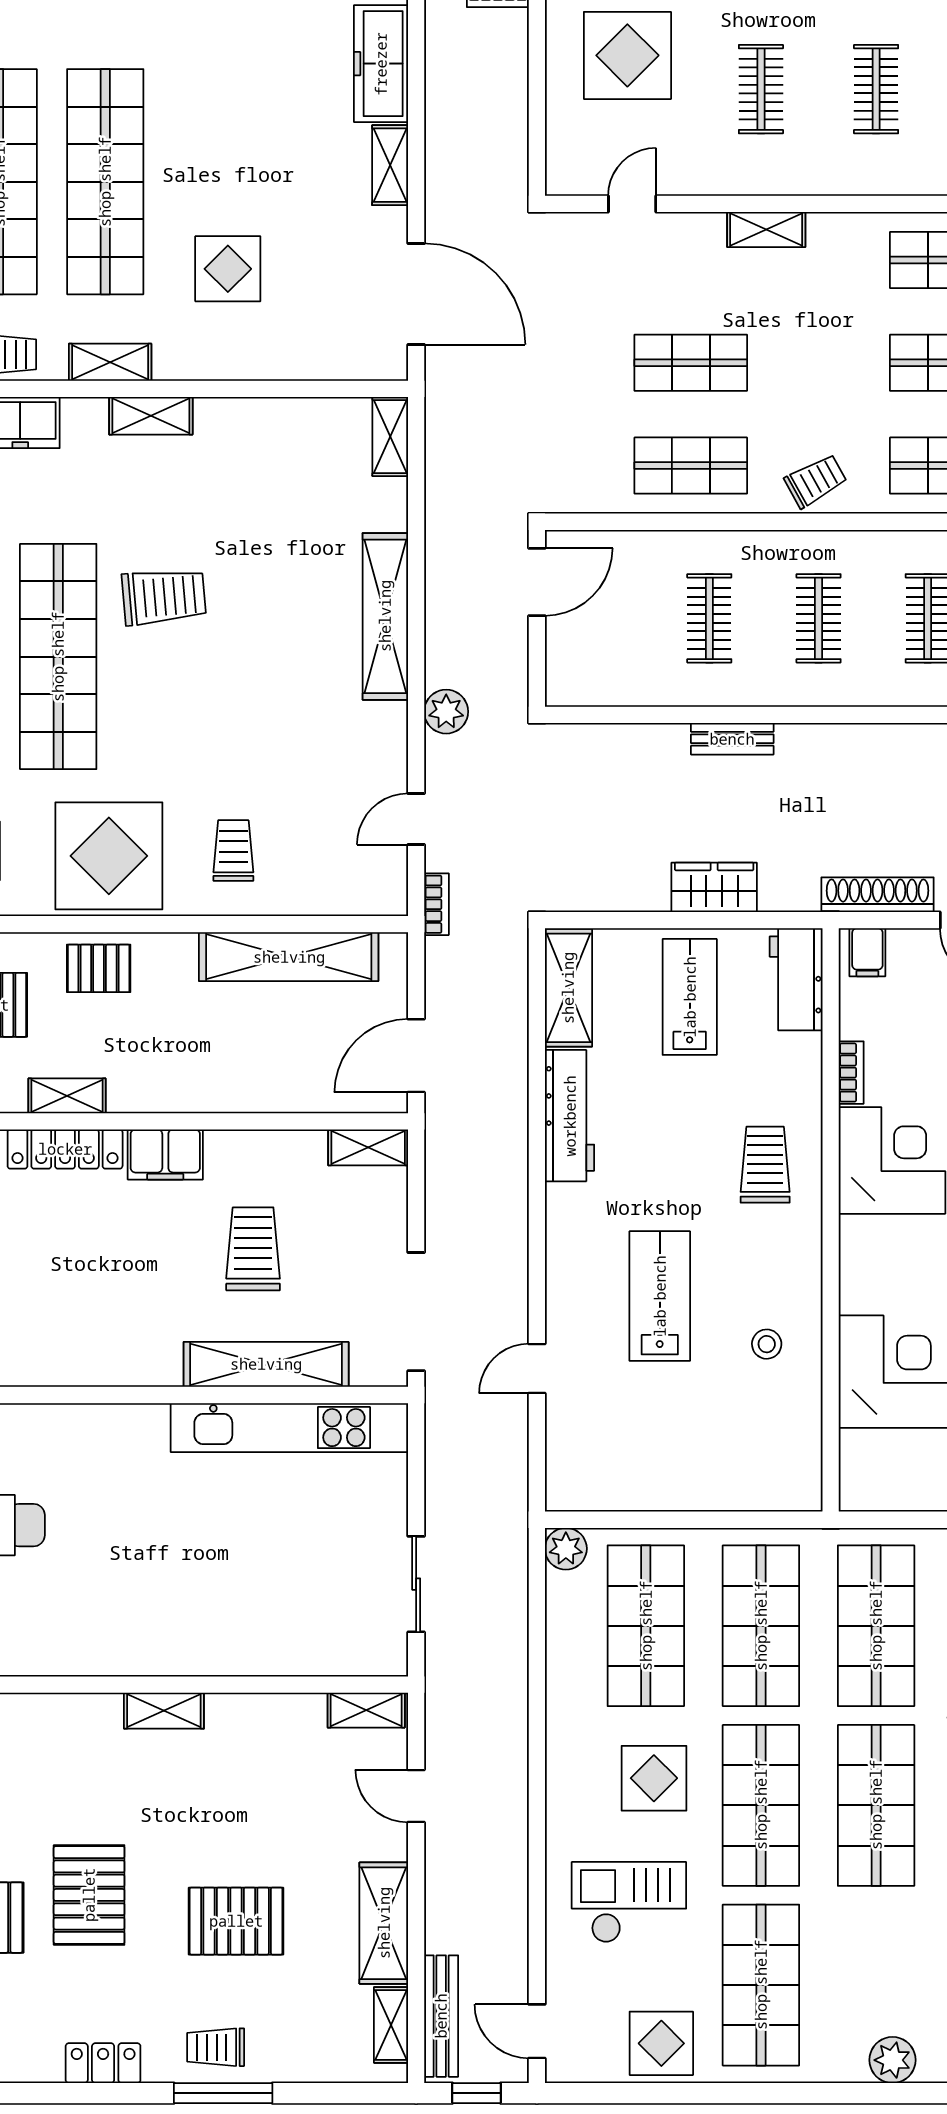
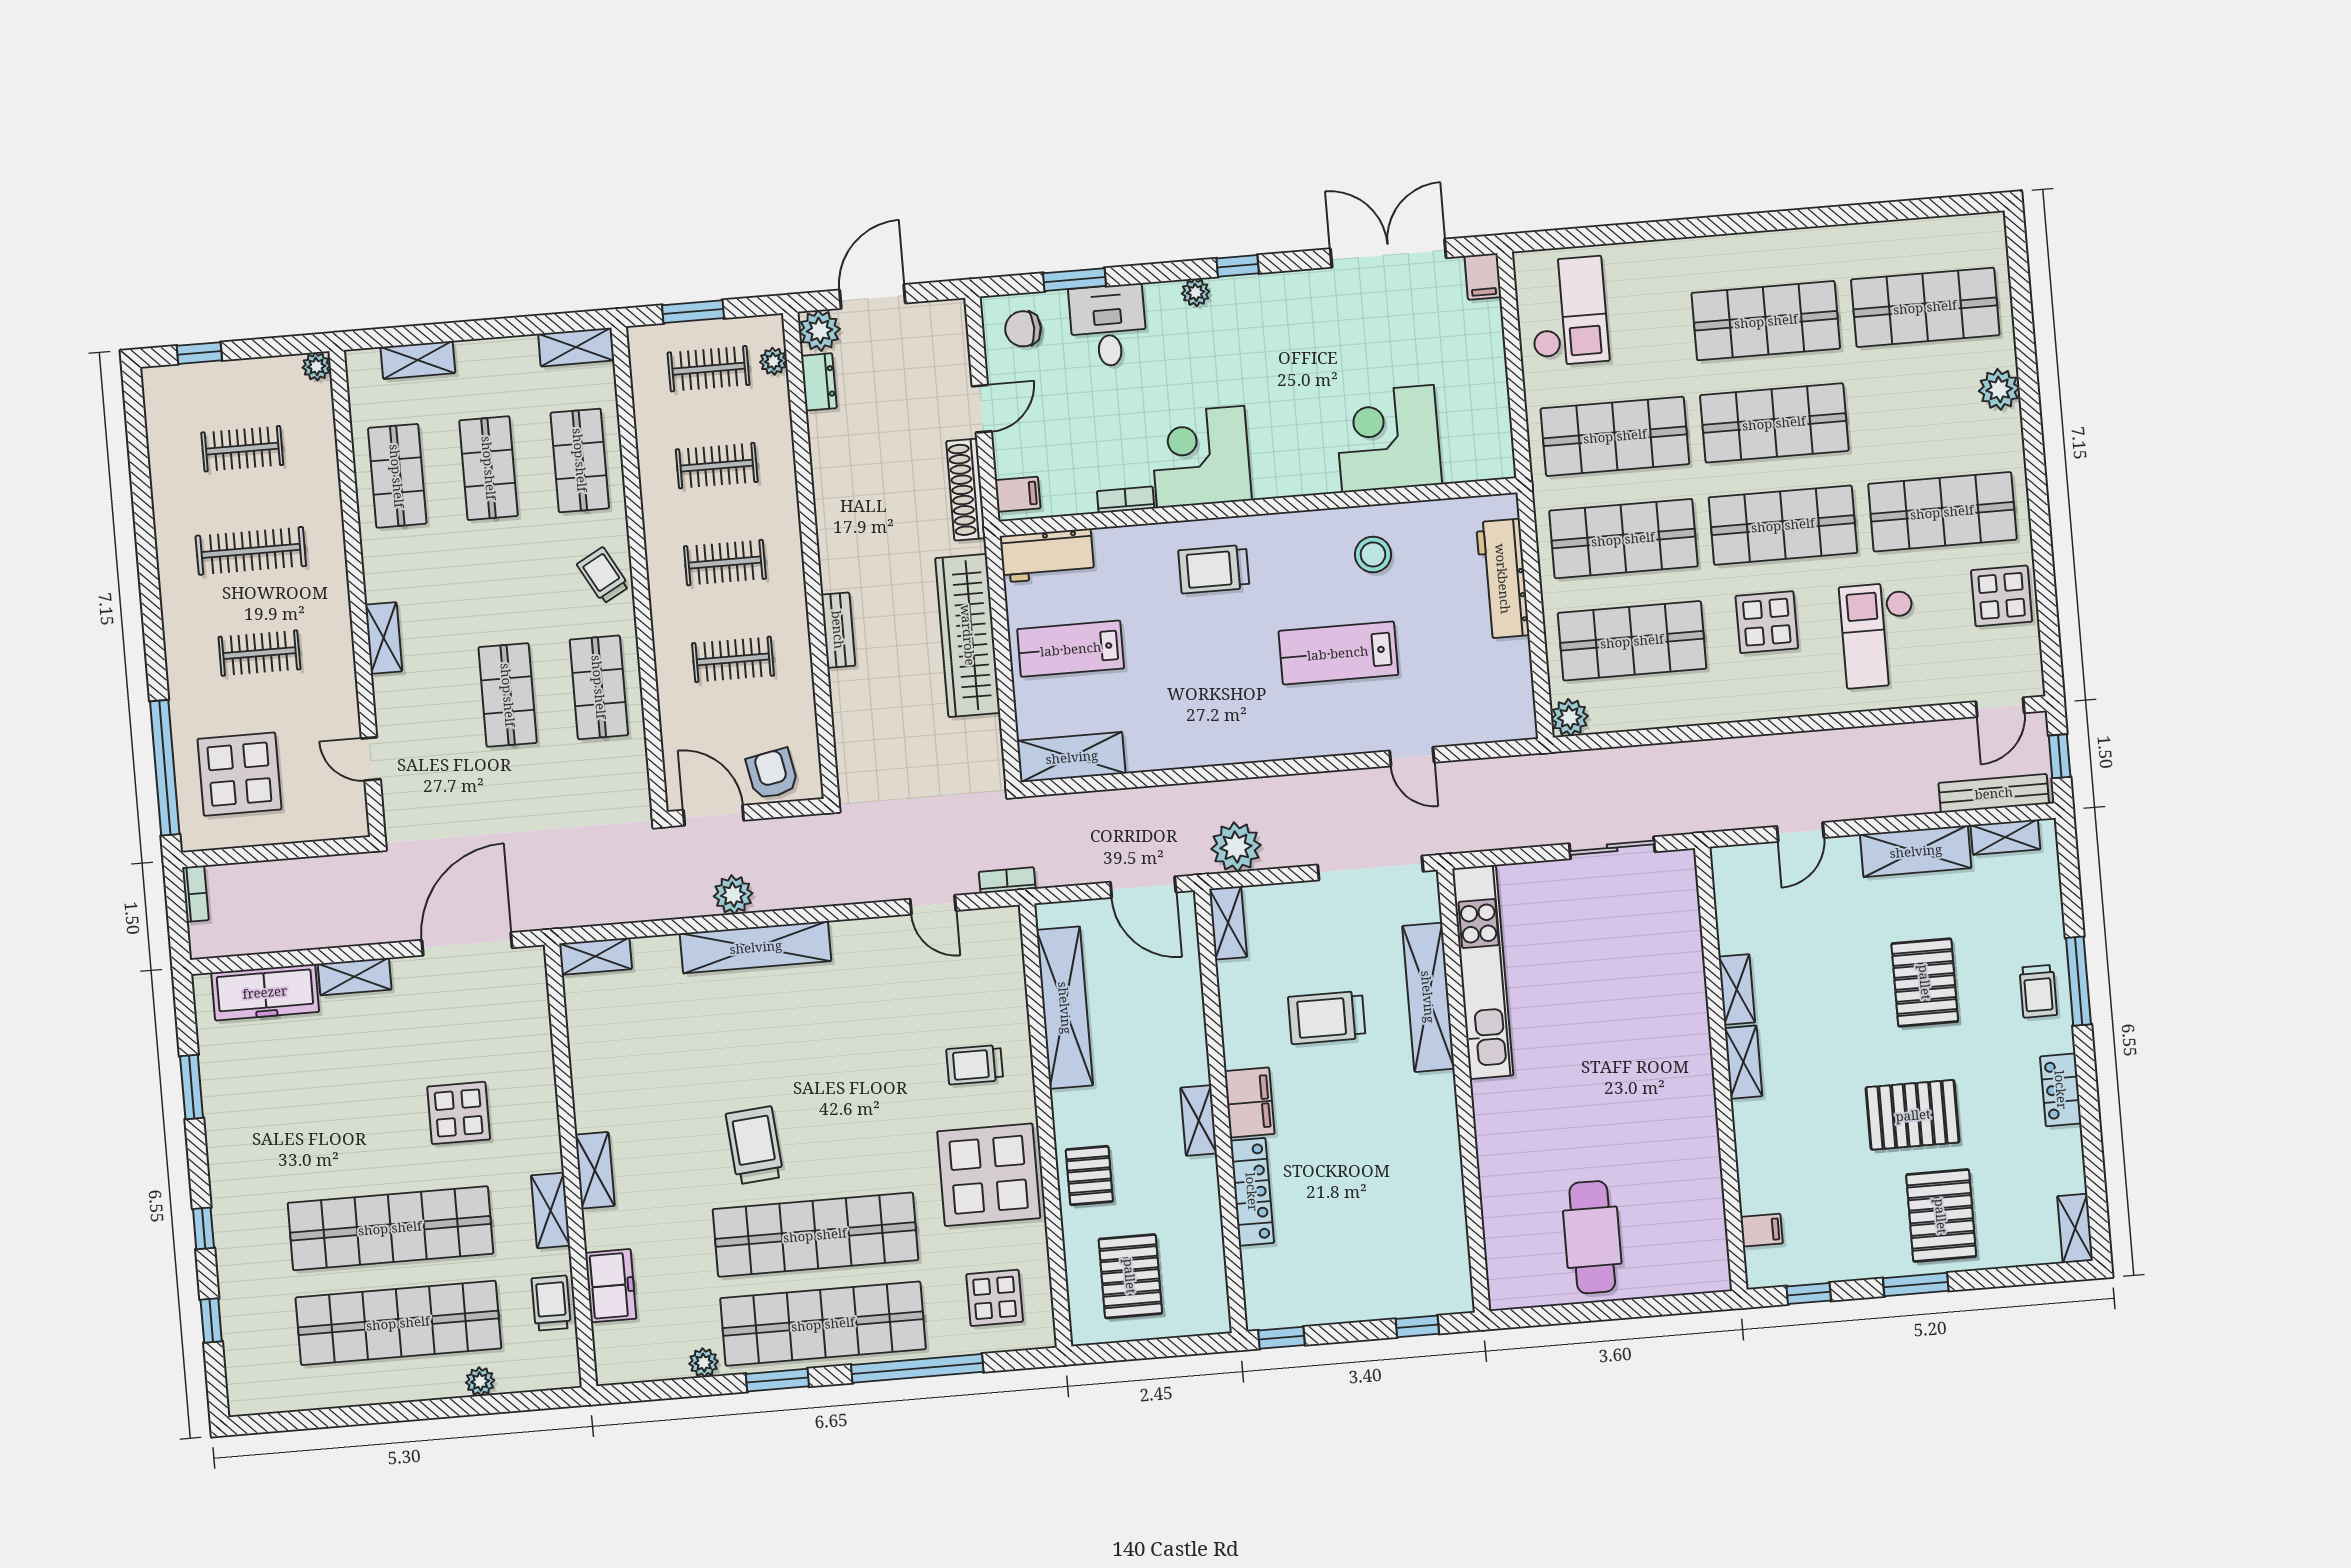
clothes rail: (876, 89) -> (251, 551), width x1.36
armchair: (578, 651) -> (772, 774), added
plant: (446, 712) -> (733, 895), moved
wardrobe: (714, 887) -> (968, 635), width x2.10, depth x1.17
shelving: (67, 1096) -> (1199, 1120), moved
workbench: (570, 1116) -> (1503, 579), moved, turned -90
plant: (452, 1163) -> (1236, 847), added
stool: (767, 1344) -> (1373, 554), width x1.37, depth x1.37
shelving: (366, 1710) -> (1737, 990), moved

